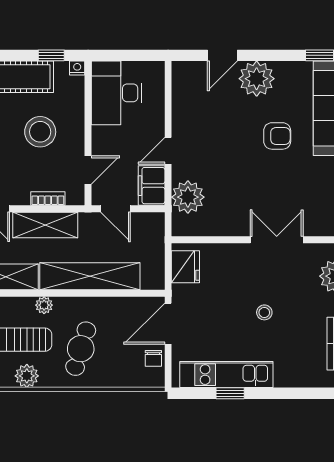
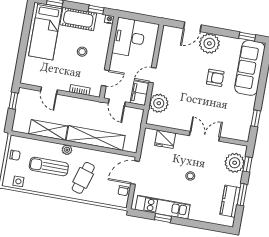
stool: (40, 132) -> (82, 52), width x0.53, depth x0.53
shelving: (45, 225) -> (76, 105), removed
fridge: (185, 267) -> (165, 139), moved, turned 90
plant: (27, 376) -> (50, 188), removed

